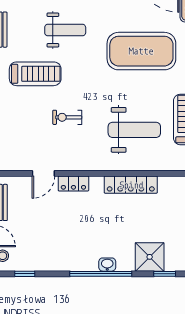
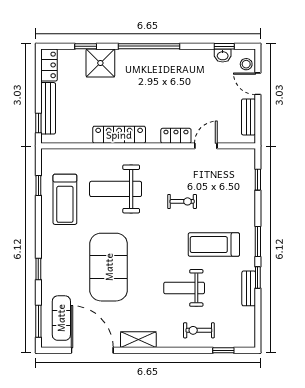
exercise mat: (141, 51) -> (109, 267), turned 90
washbasin: (107, 265) -> (223, 55), moved

